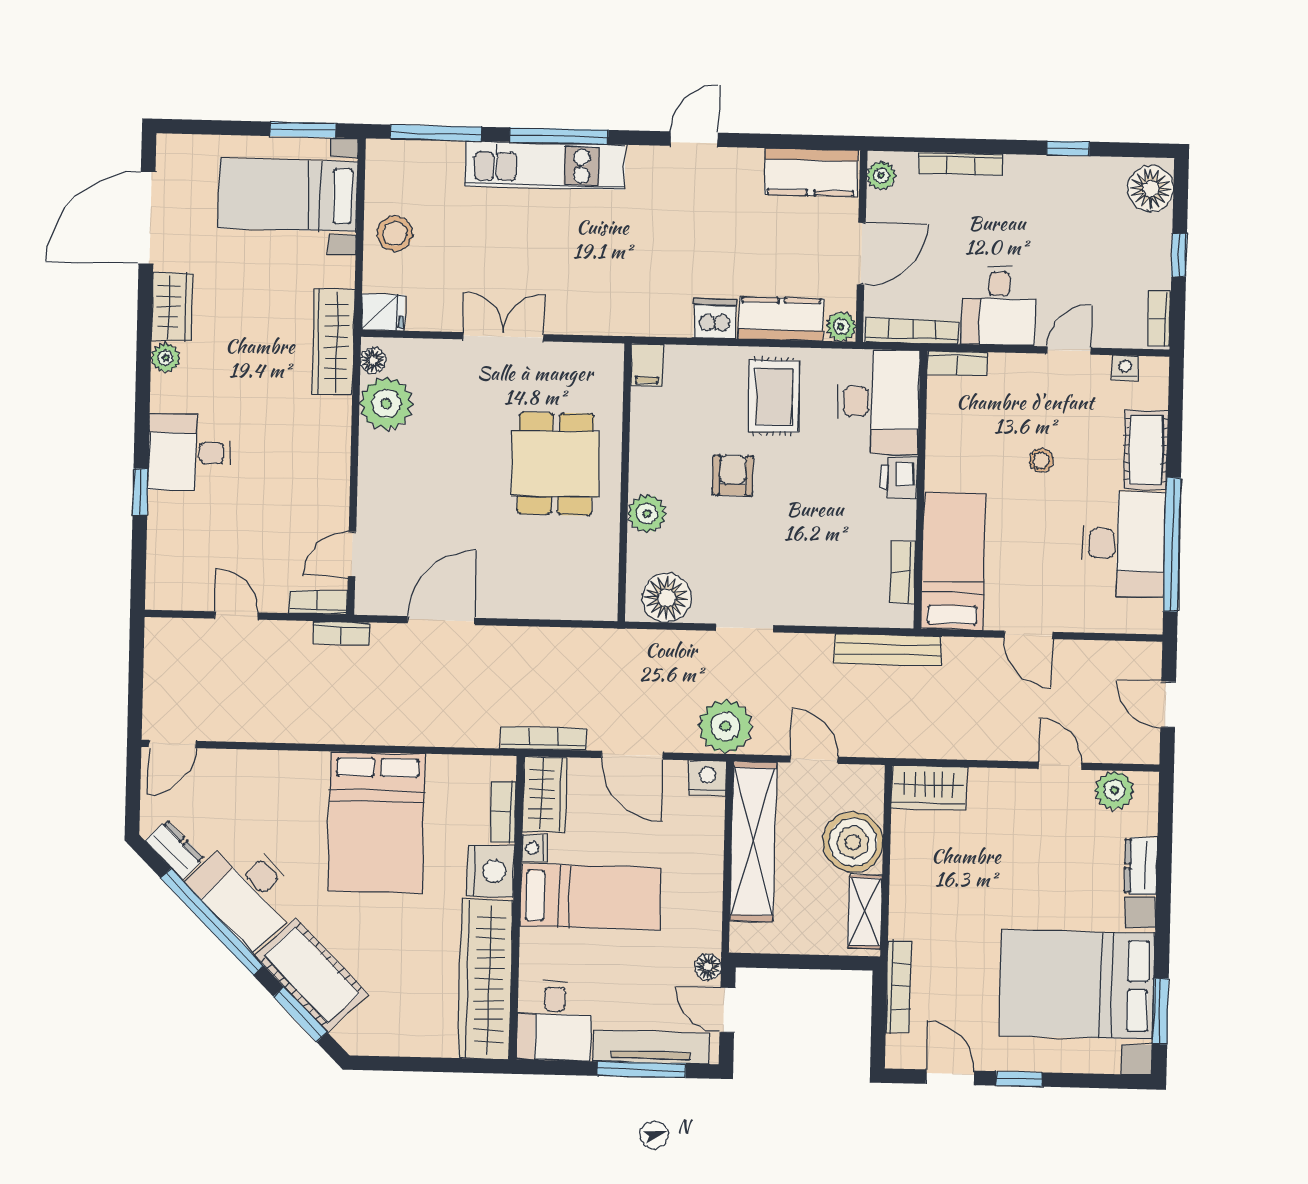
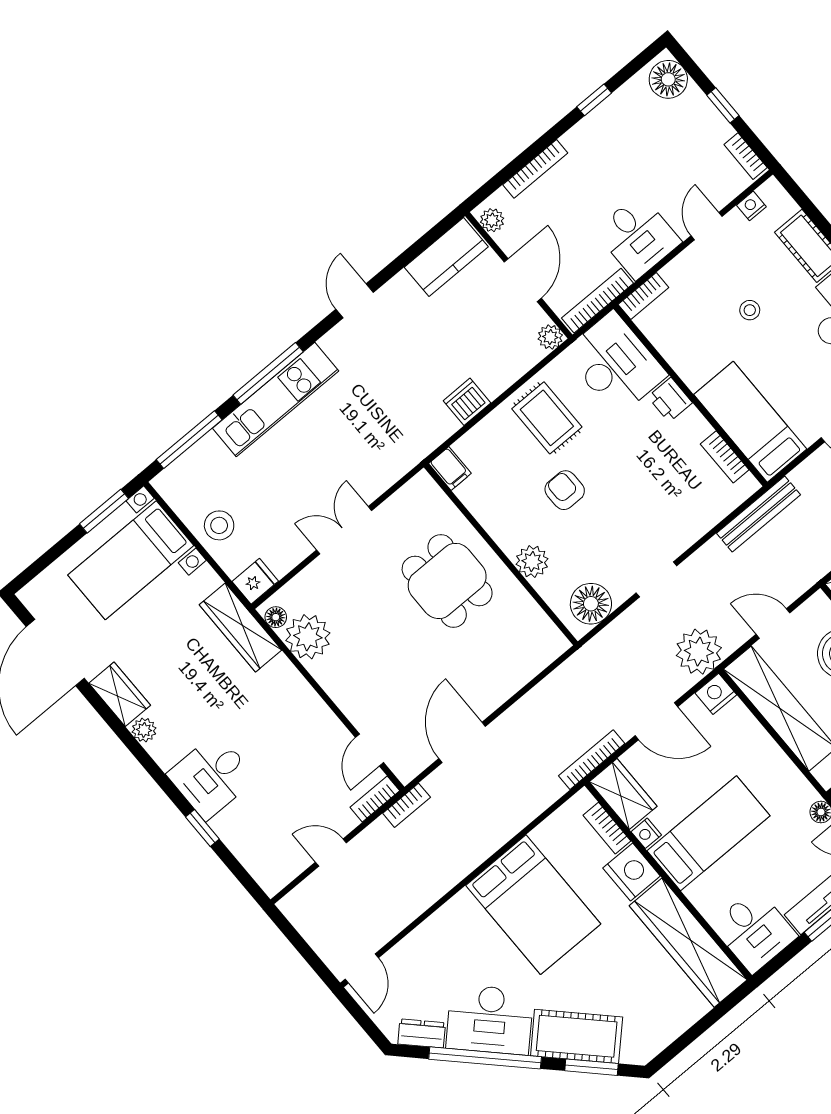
kitchen counter: (781, 319) -> (508, 365), removed

